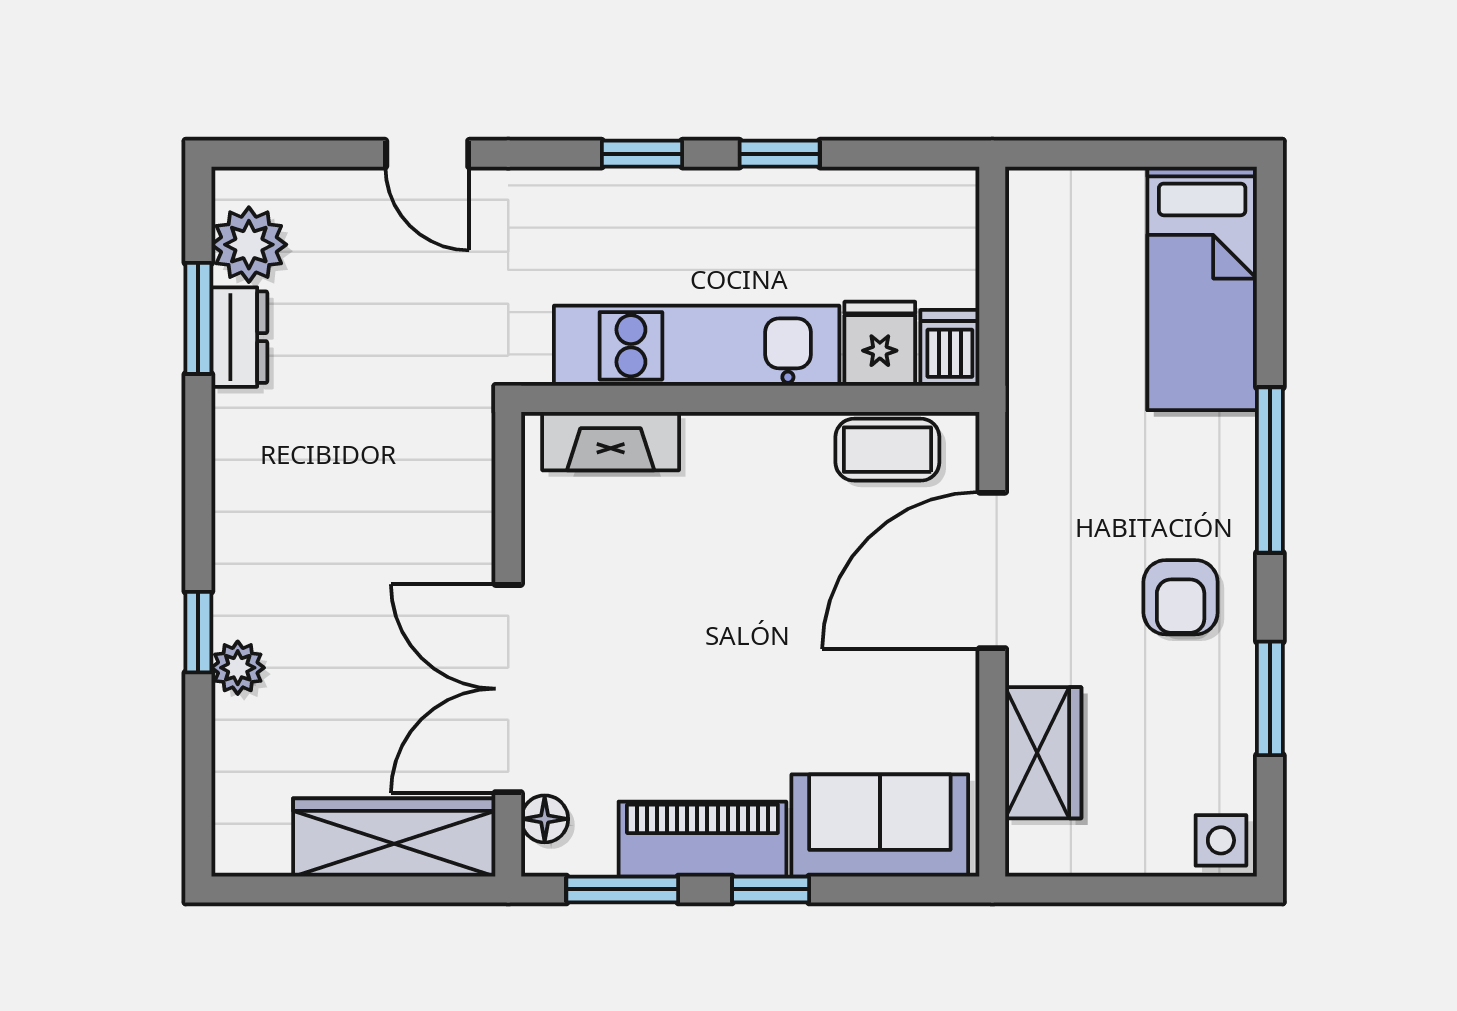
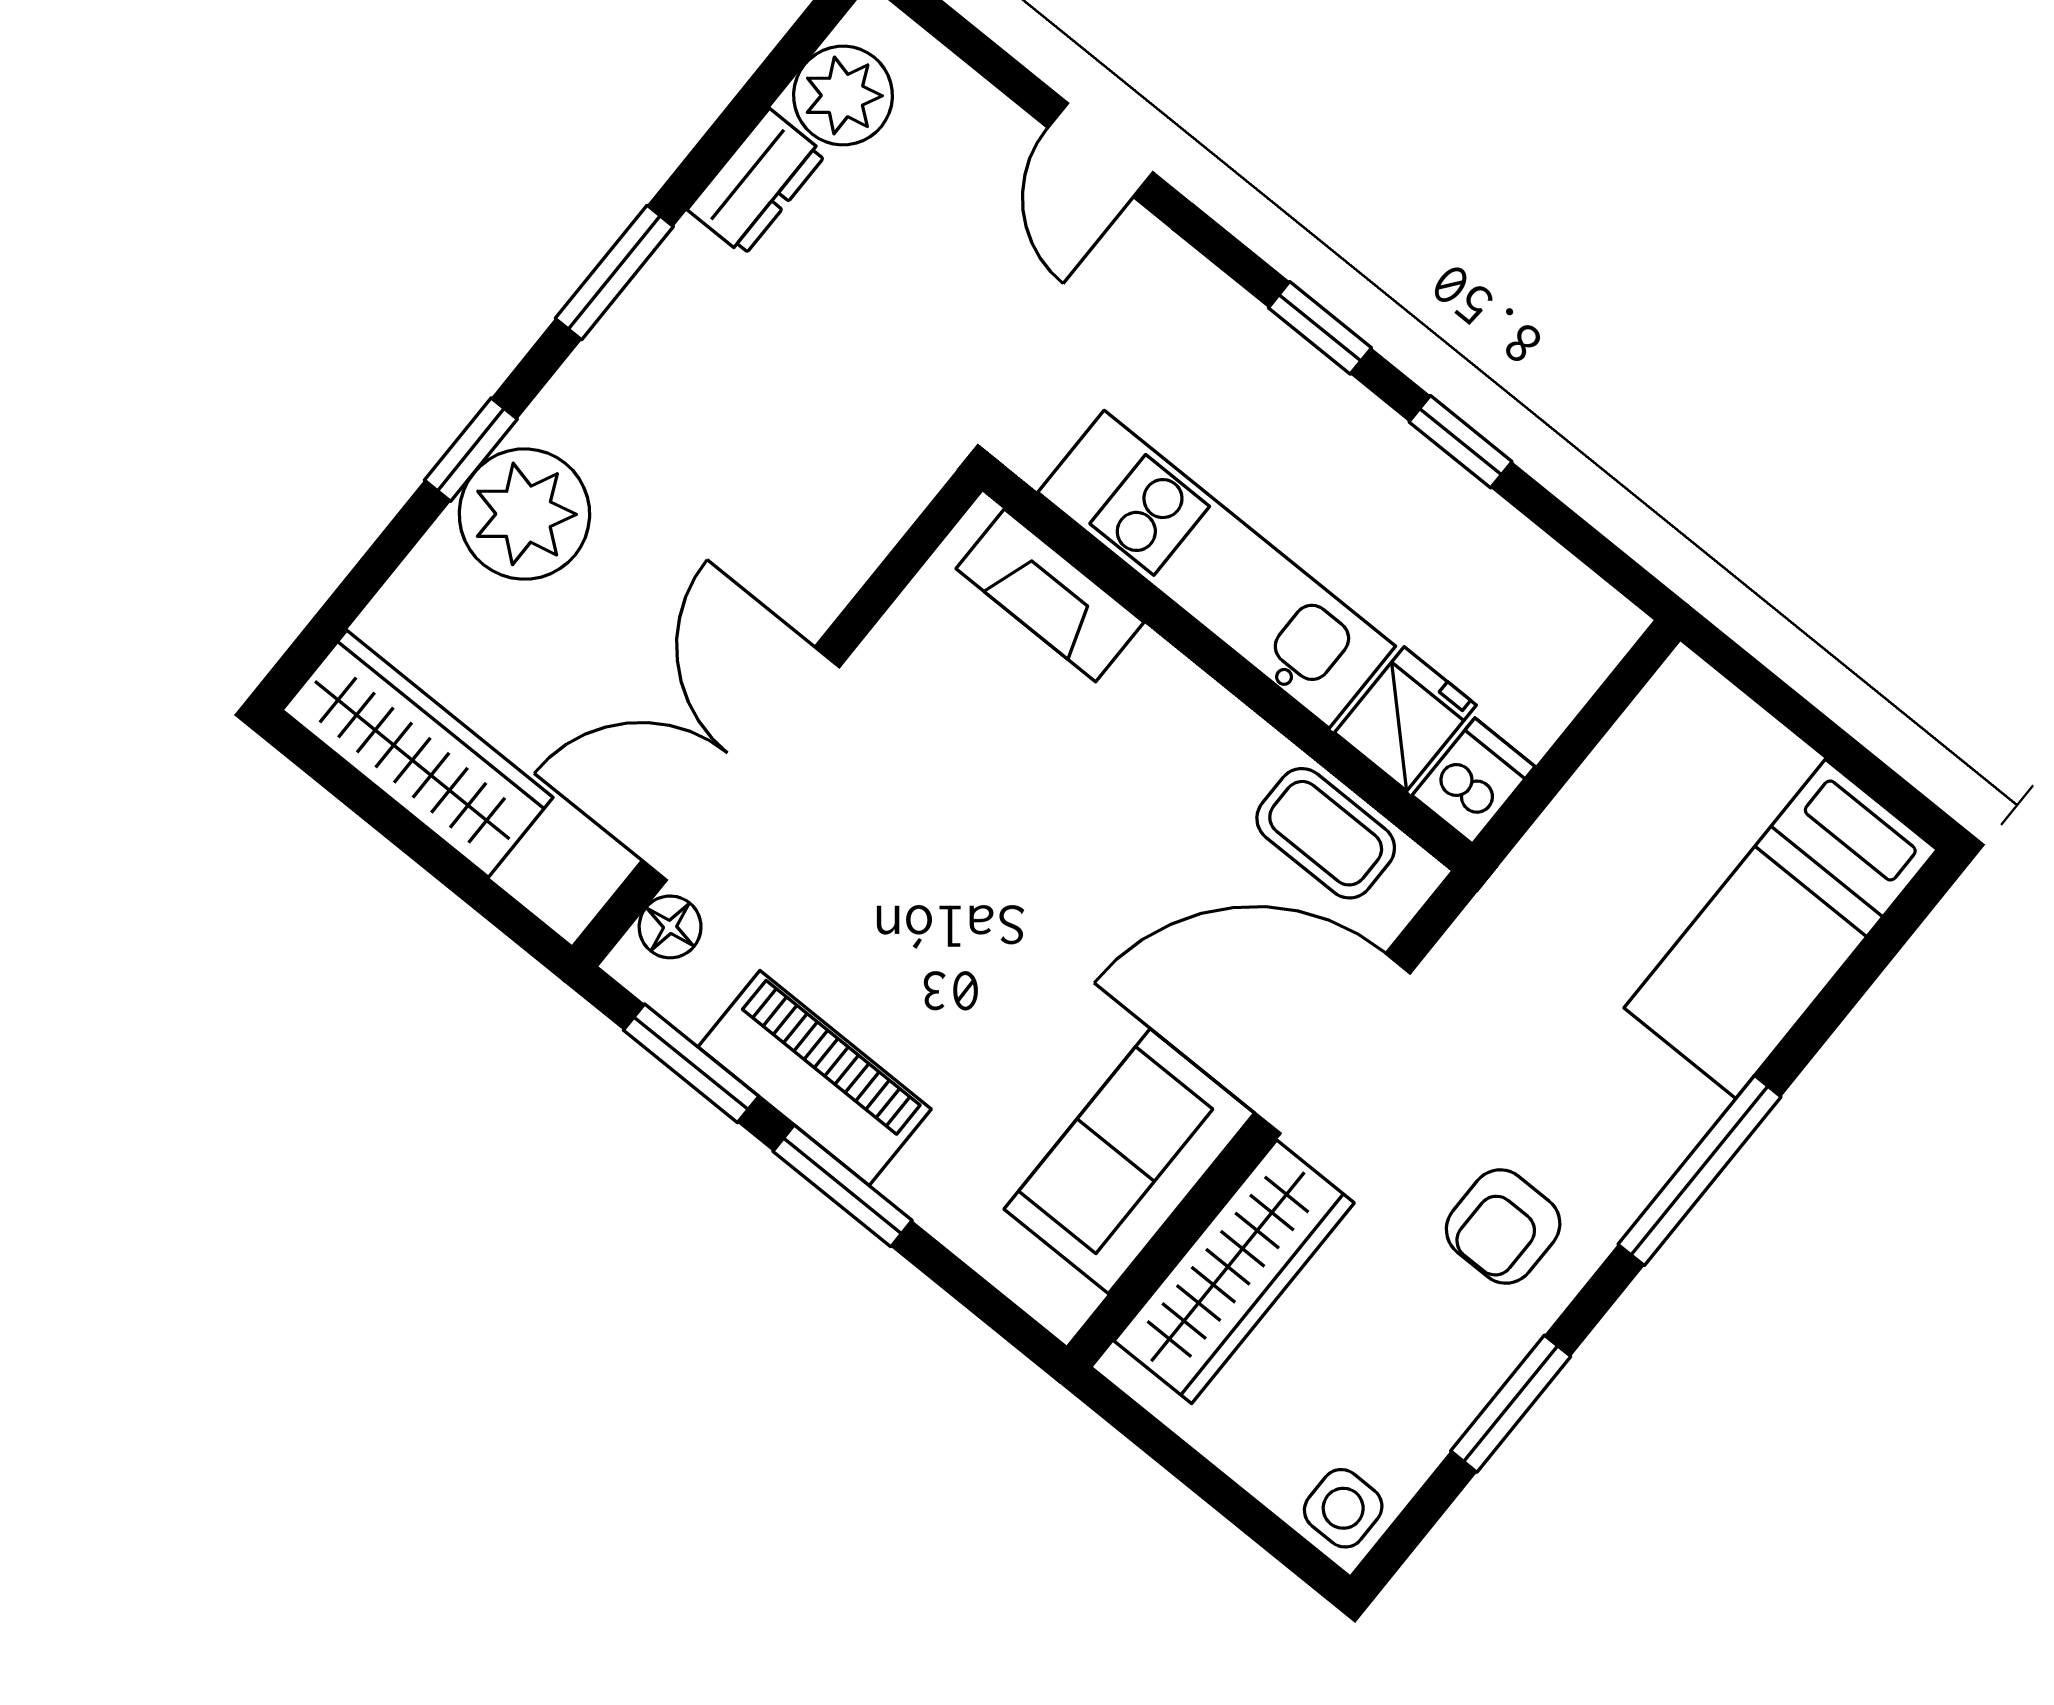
window: (198, 318) -> (614, 273), moved
plant: (238, 668) -> (524, 514), width x1.88, depth x1.88
wardrobe: (1043, 753) -> (1234, 1272), width x1.50
sofa: (880, 825) -> (1129, 1161), moved, turned -90
wardrobe: (394, 837) -> (418, 754), moved
window: (771, 889) -> (842, 1186), width x1.50

